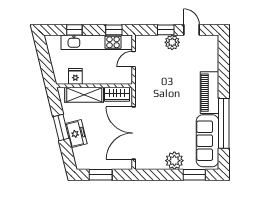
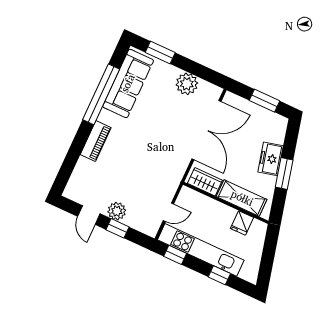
piano: (210, 93) -> (96, 141), width x0.73, depth x0.75
plant: (174, 161) -> (187, 84), moved

